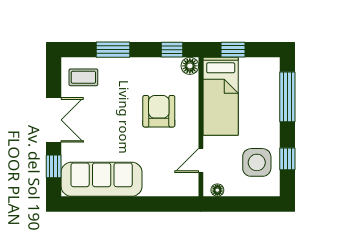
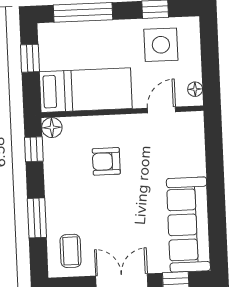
window: (233, 50) -> (30, 58), moved
armchair: (159, 111) -> (106, 161), width x0.72, depth x0.72
door: (201, 160) -> (161, 110), swing flipped

